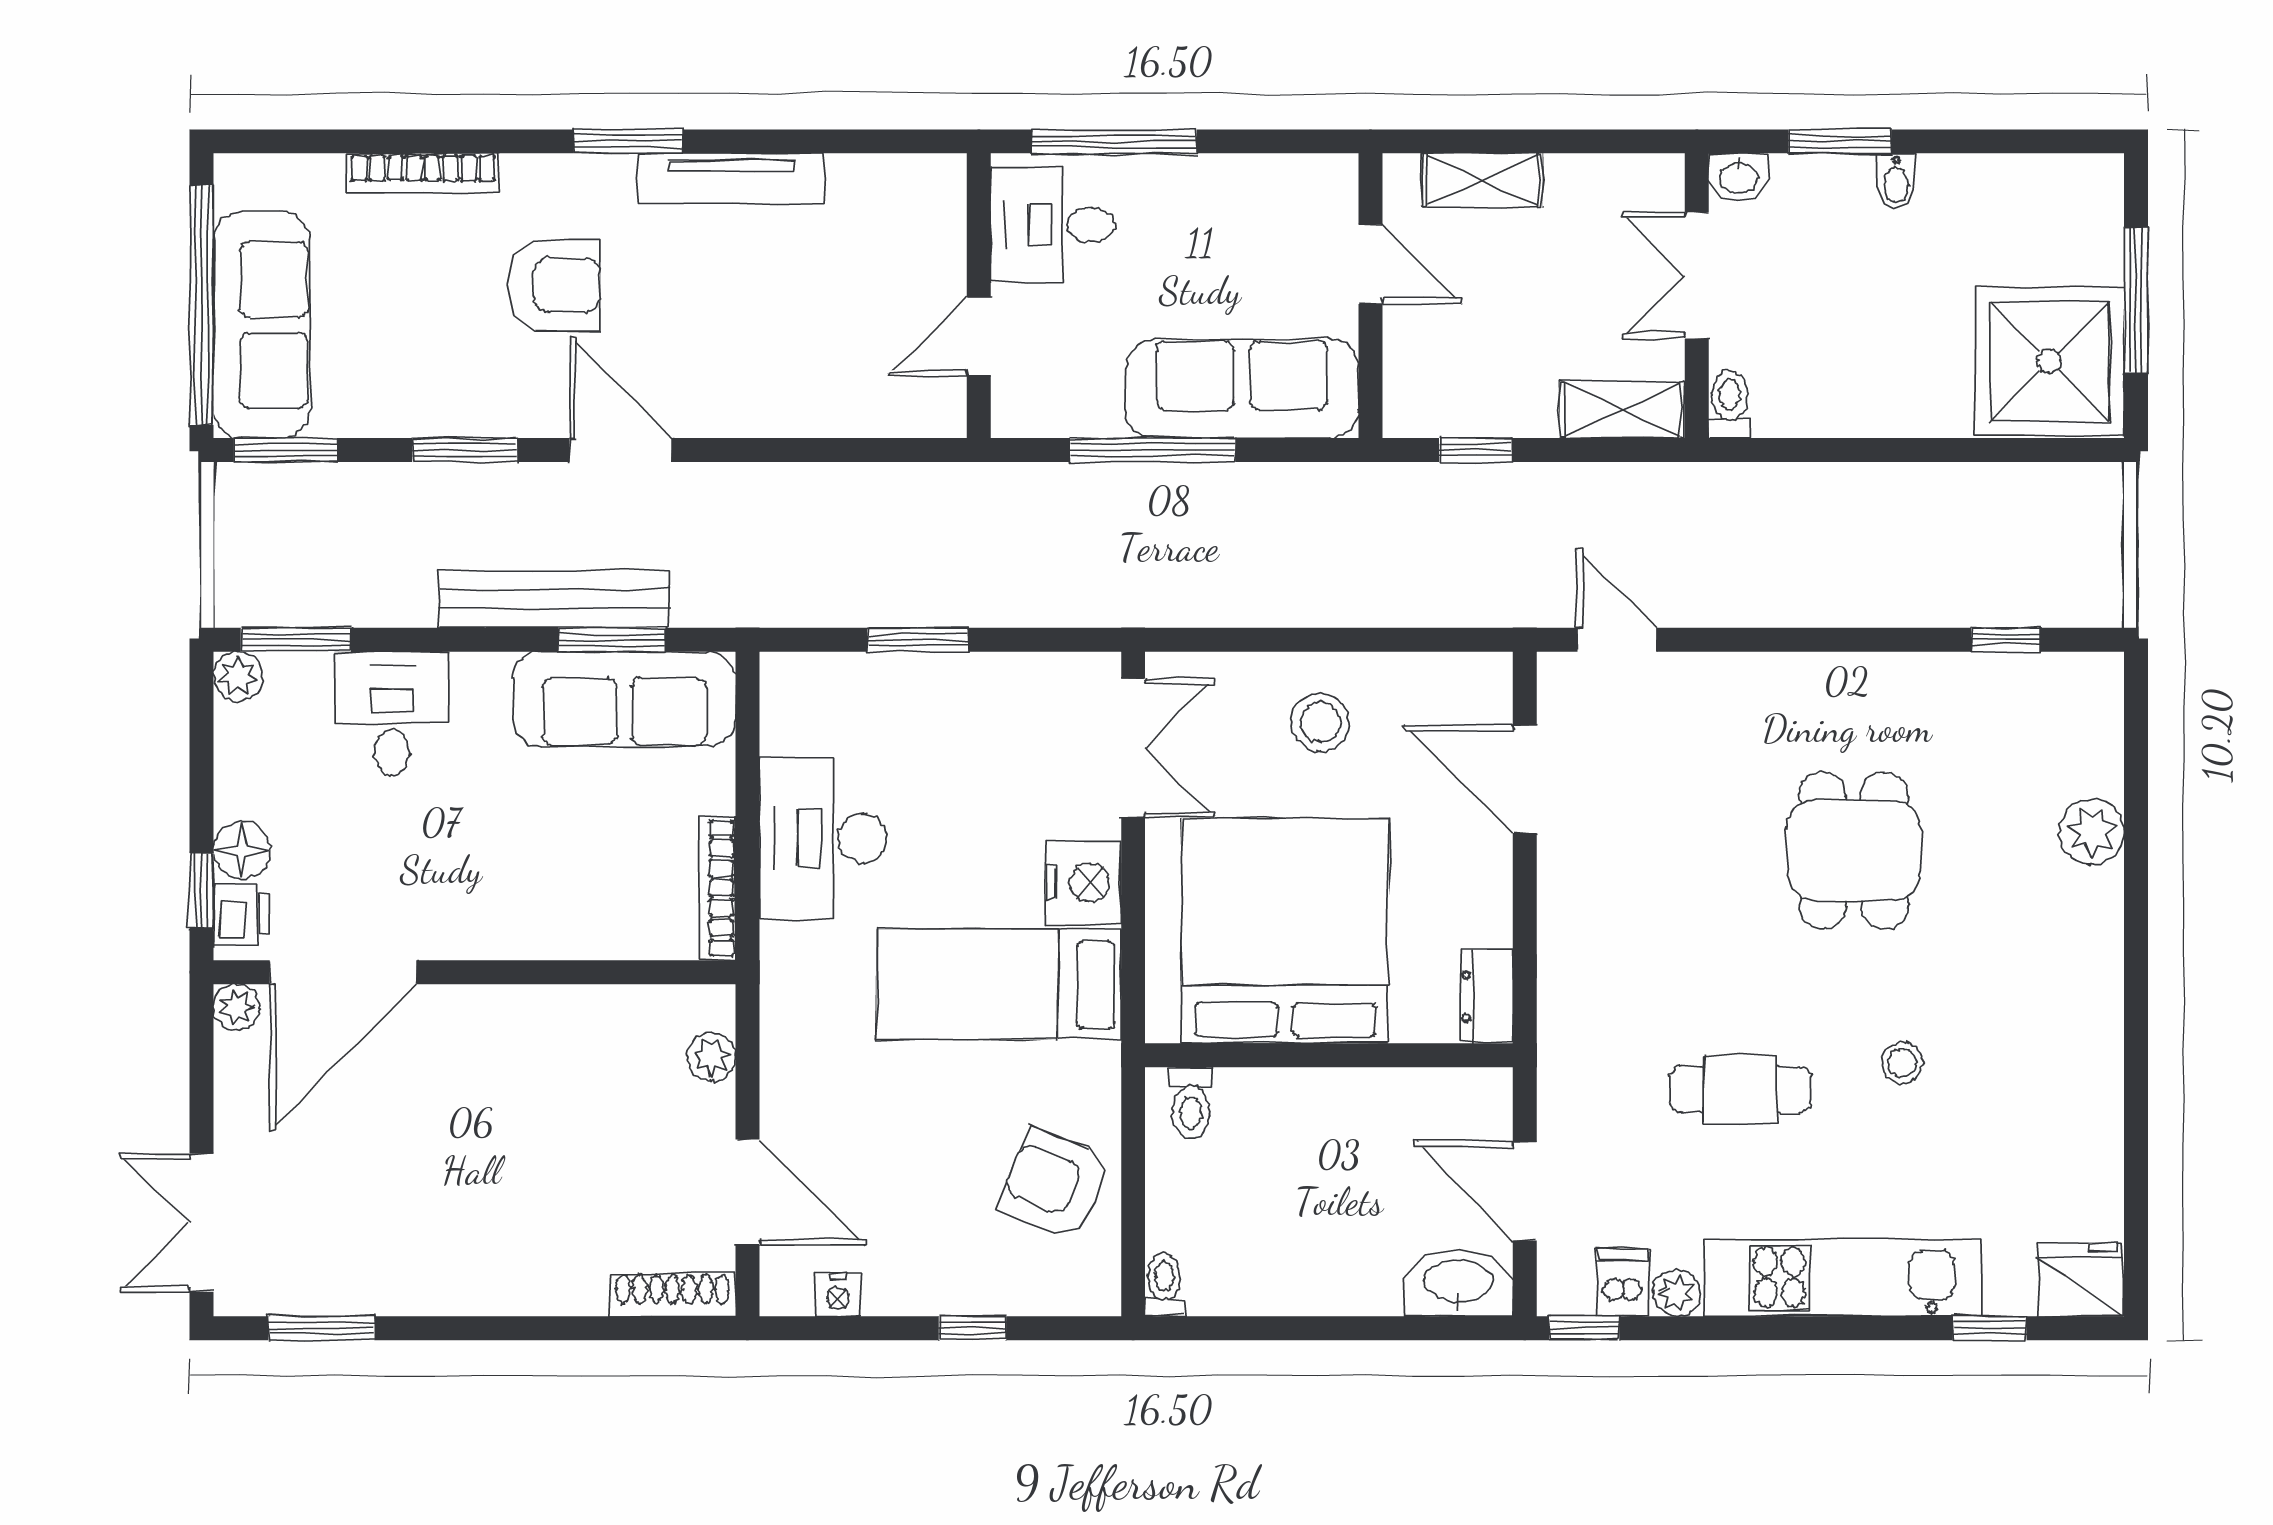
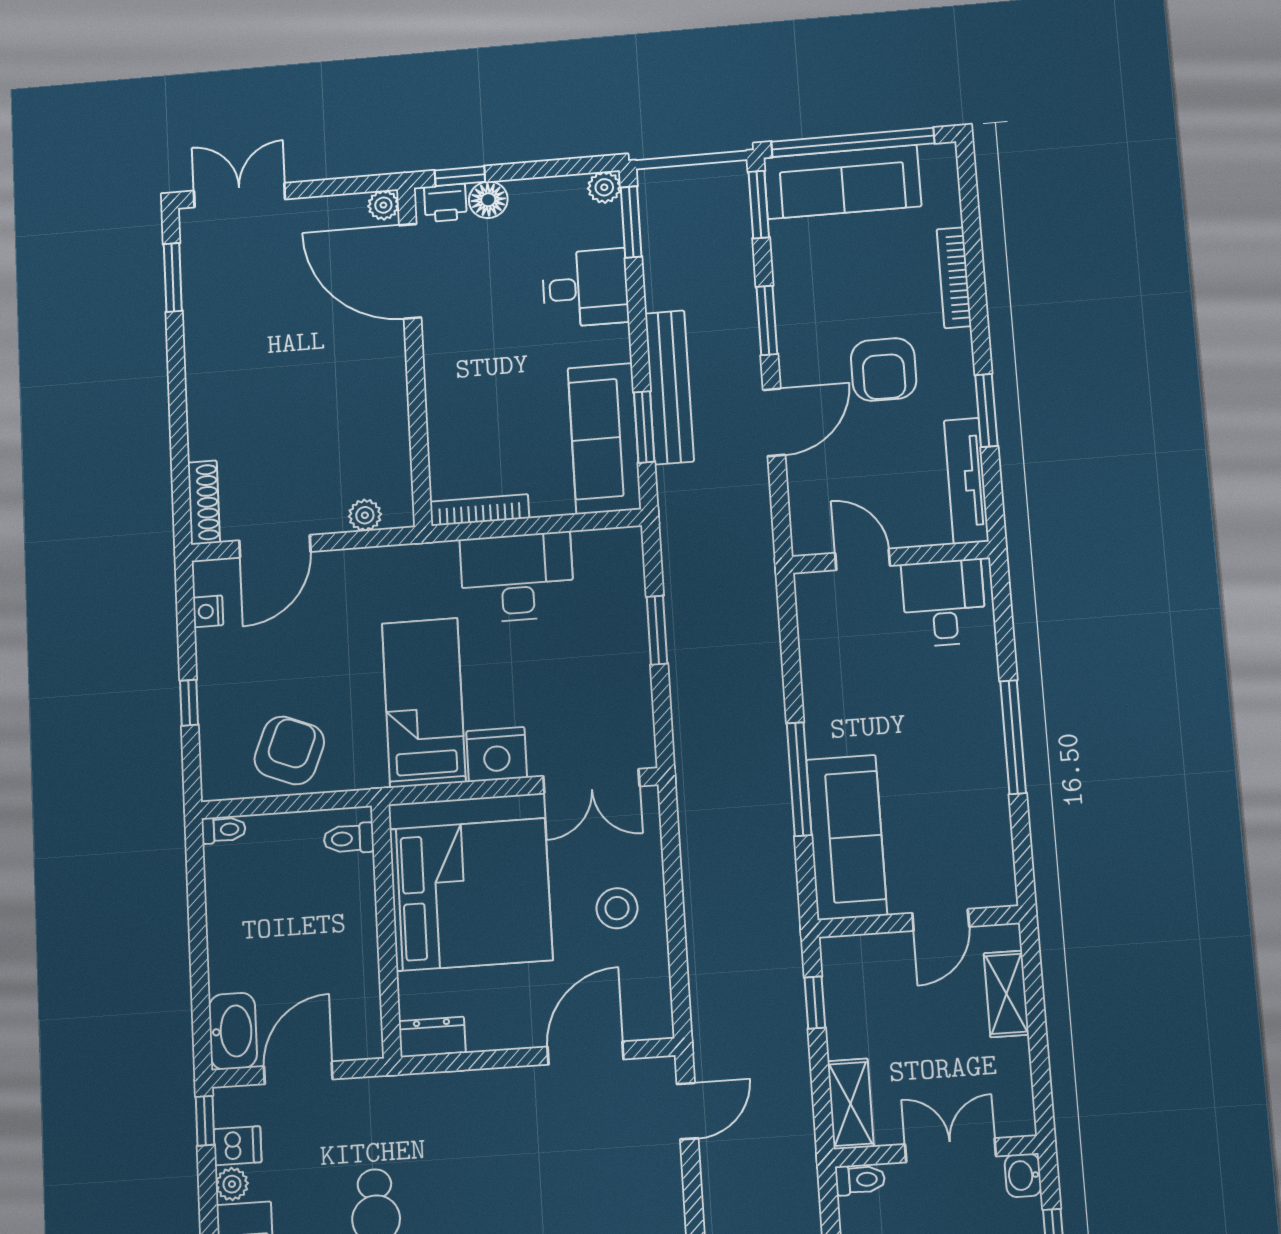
desk: (1053, 225) -> (944, 603), moved
wall: (979, 296) -> (891, 557), moved
door: (979, 336) -> (863, 559), moved

